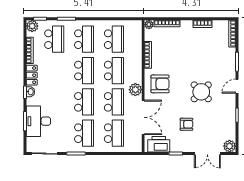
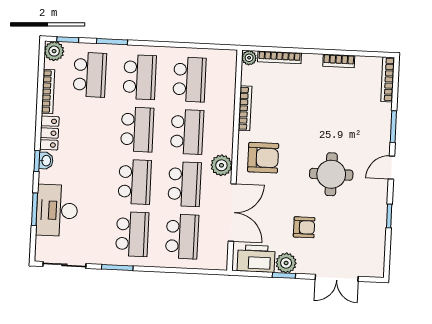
round table: (201, 92) -> (331, 174), turned 45
plant: (230, 146) -> (286, 263), moved

